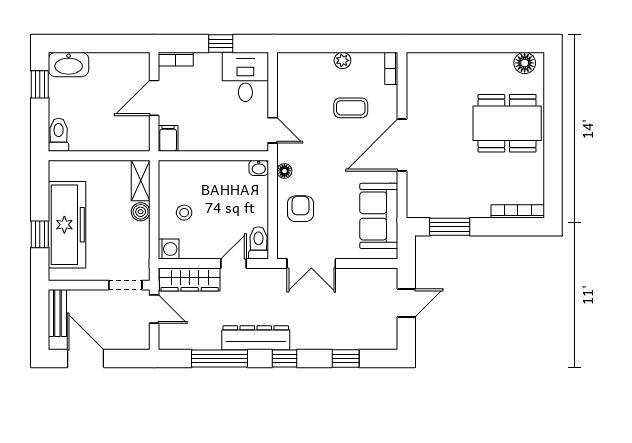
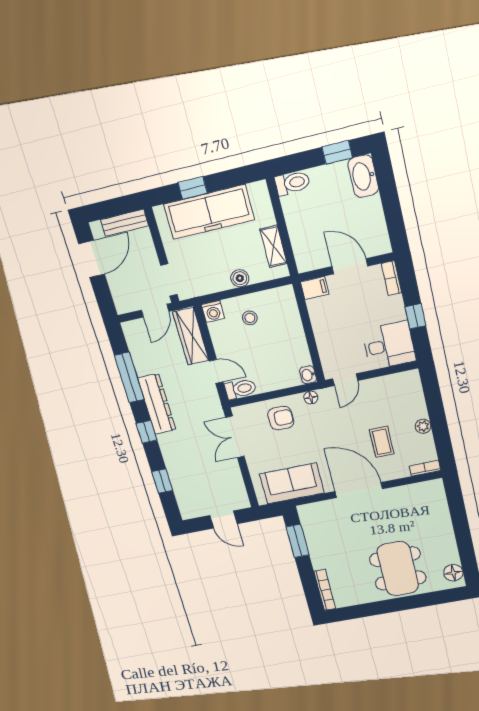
shelving: (141, 180) -> (274, 246), moved, turned 90

